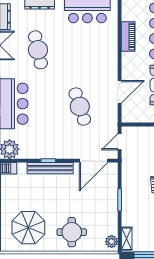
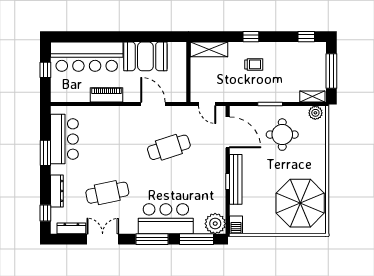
piano: (128, 36) -> (107, 95), moved
parasol: (28, 228) -> (300, 203), width x1.36, depth x1.36
round table: (72, 232) -> (282, 135), moved

